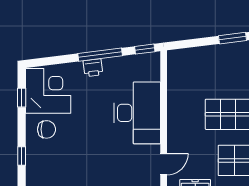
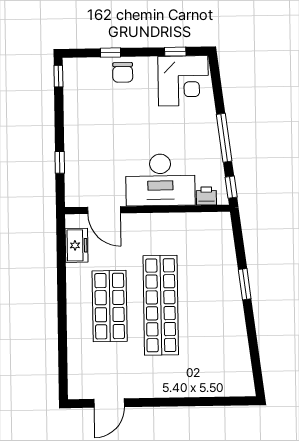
printer: (93, 68) -> (206, 196), moved, turned 97
chair: (47, 129) -> (123, 72), moved
door: (164, 164) -> (104, 210), width x1.38

